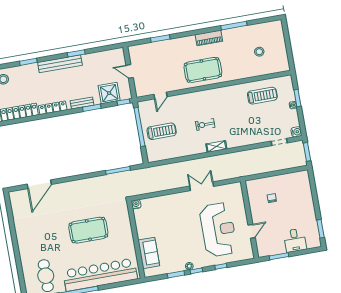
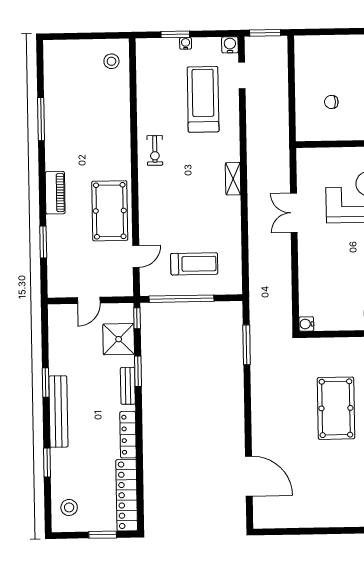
piano: (209, 38) -> (55, 193), moved
stool: (259, 52) -> (111, 61), moved
pool table: (203, 70) -> (110, 211), moved
door: (161, 96) -> (136, 256), hinge flipped
treadmill: (262, 96) -> (203, 99), moved, width x1.37, depth x1.38
exercise bike: (205, 124) -> (155, 150), moved
treadmill: (162, 131) -> (194, 264), turned 90

